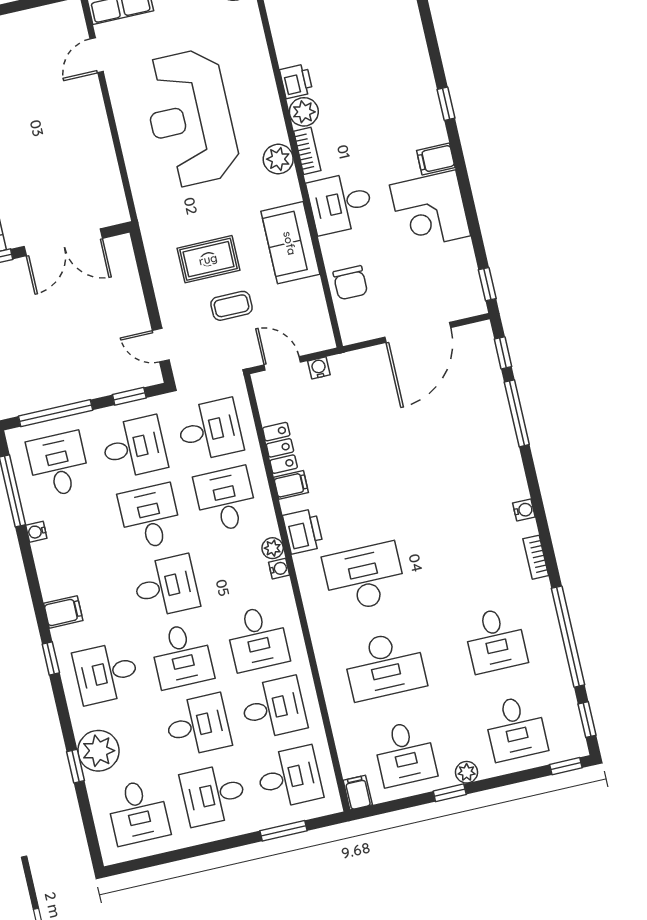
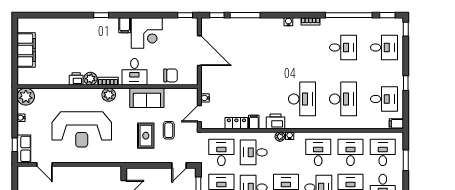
desk: (364, 577) -> (302, 99), turned 180
desk: (257, 638) -> (318, 152), turned -90
plant: (467, 772) -> (398, 74), removed

